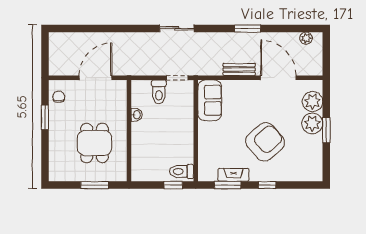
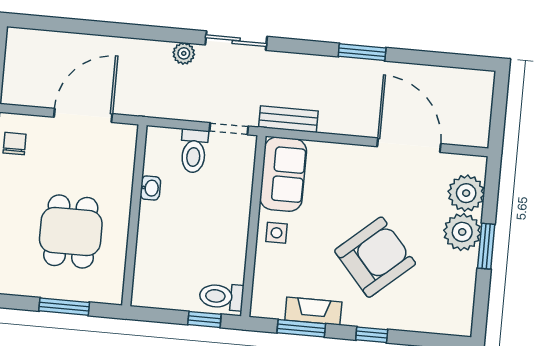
plant: (306, 38) -> (184, 53), moved
bench: (239, 69) -> (288, 119), moved
side table: (209, 133) -> (276, 233), added

